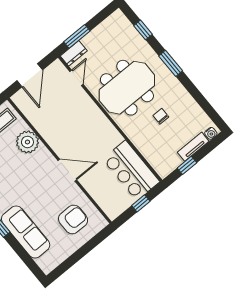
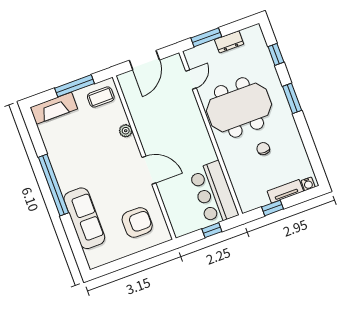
dresser: (74, 53) -> (229, 42), moved
plant: (27, 142) -> (126, 131), width x0.53, depth x0.53

